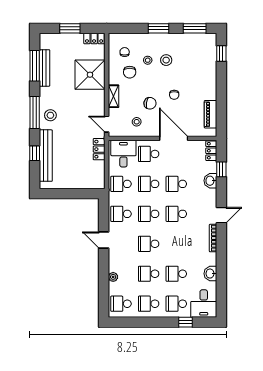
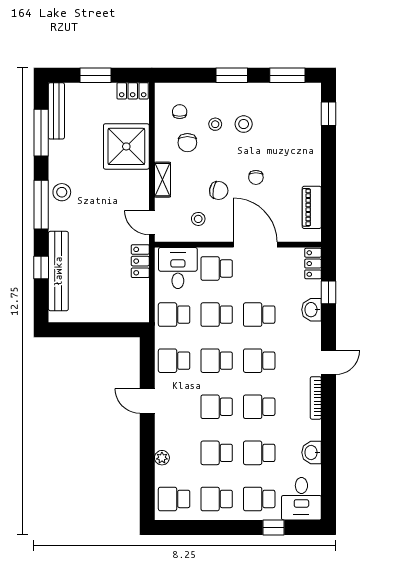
bench: (44, 68) -> (56, 111), moved
stool: (50, 115) -> (62, 192), moved
school desk: (176, 244) -> (259, 407), added

